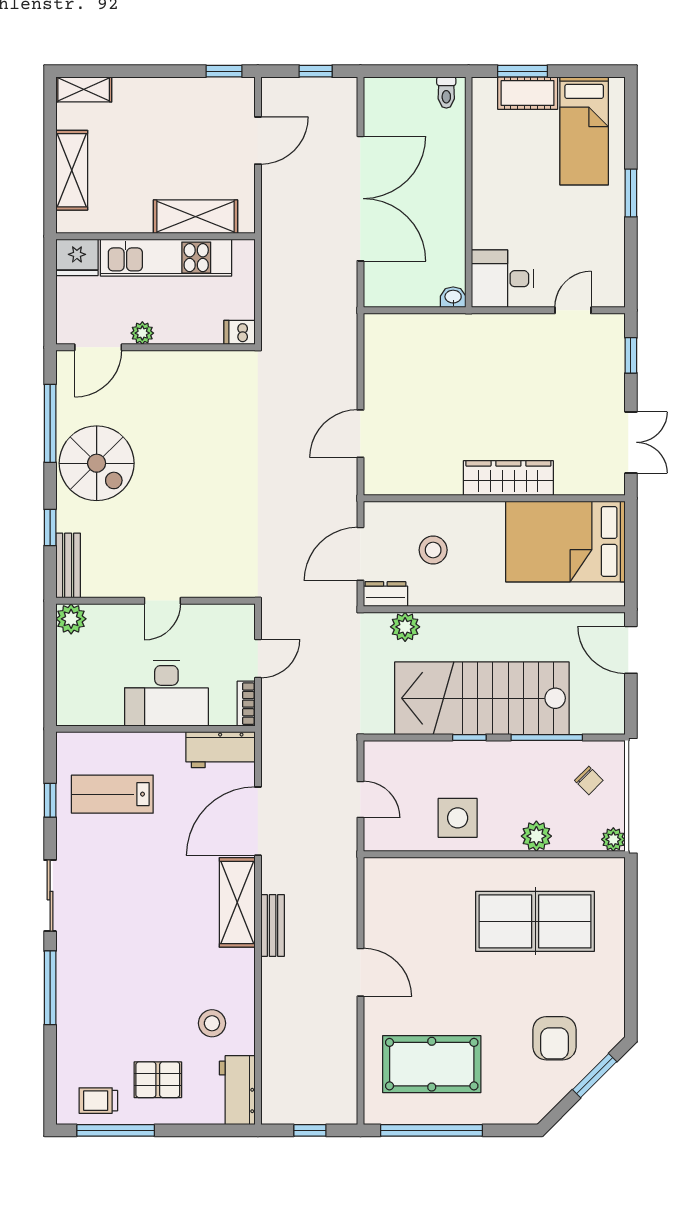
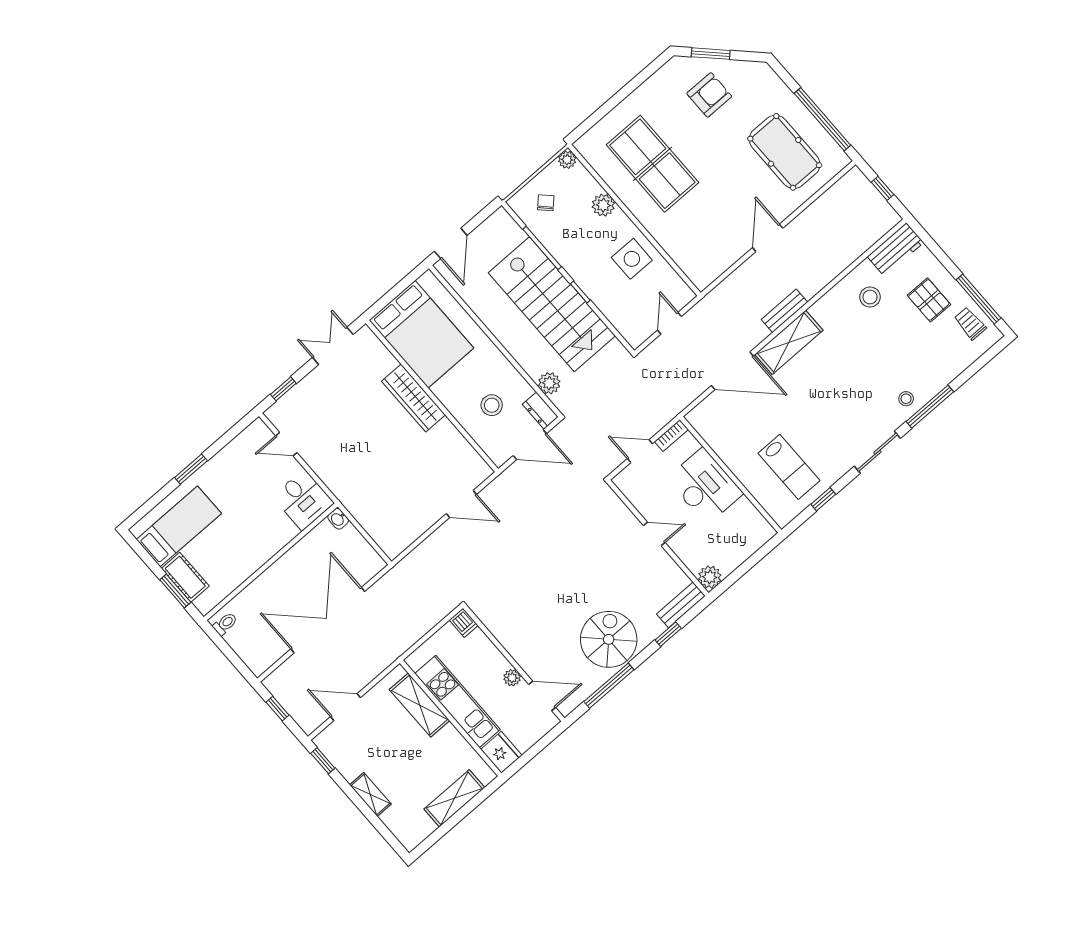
shelving: (84, 89) -> (370, 794), moved
workbench: (220, 750) -> (710, 427), removed
stool: (79, 971) -> (906, 399), added
trolley: (98, 1101) -> (970, 323), turned 180

